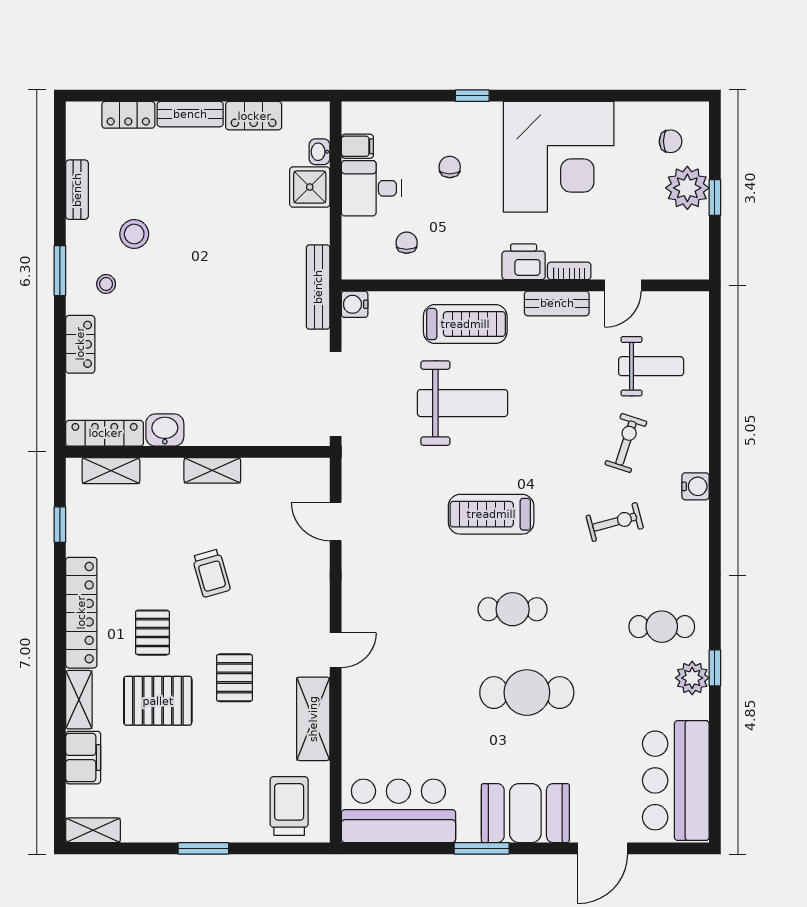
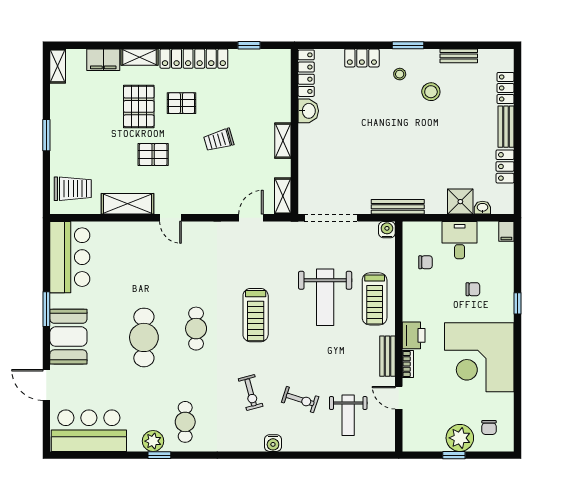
filing cabinet: (357, 146) -> (506, 231), moved
shelving: (111, 471) -> (283, 196), moved
treadmill: (491, 514) -> (256, 315), turned 180

